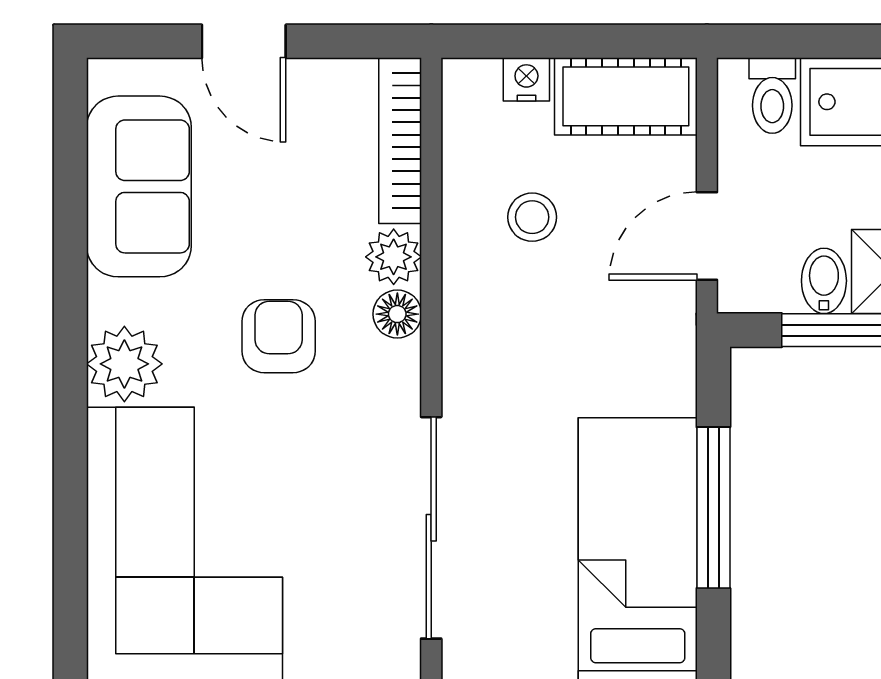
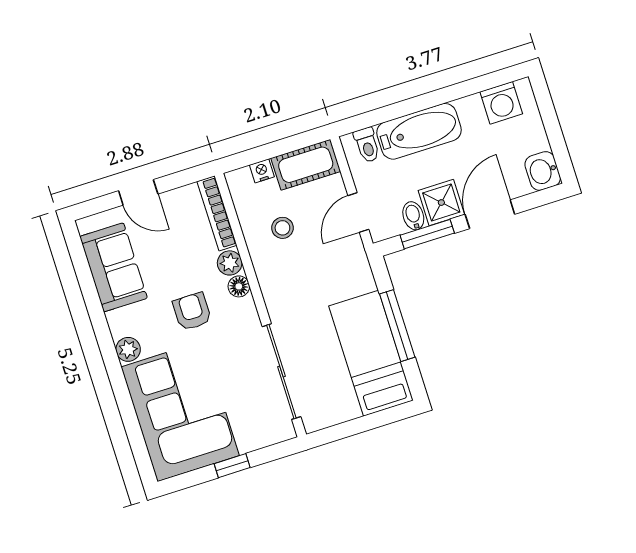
plant: (124, 364) -> (128, 349), width x0.73, depth x0.73

